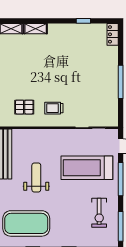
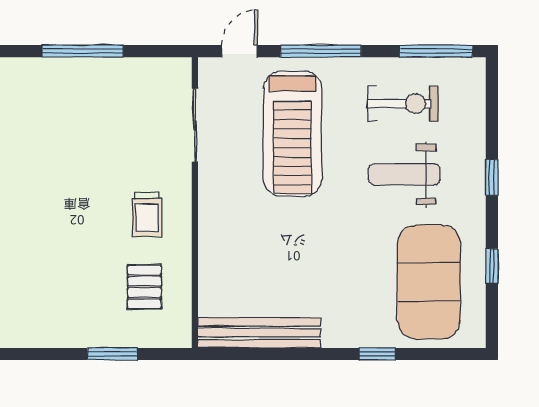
weight bench: (36, 177) -> (404, 174), moved

